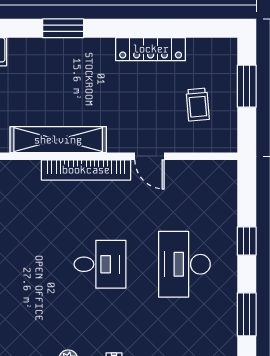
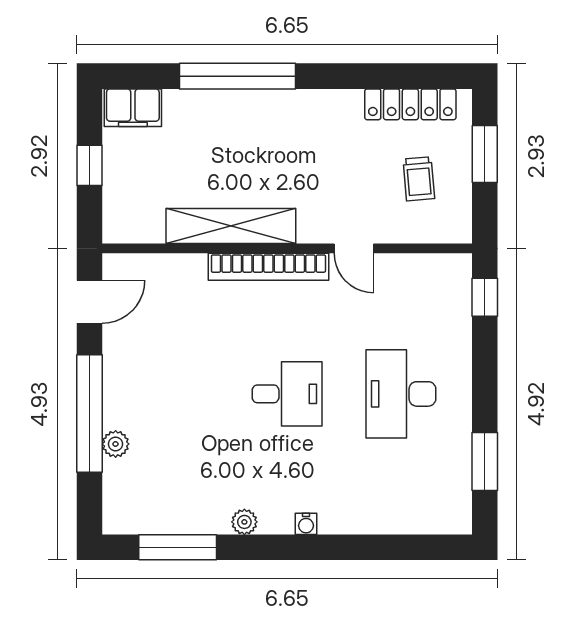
window: (63, 28) -> (237, 76), width x2.11
locker: (151, 49) -> (410, 104), moved
window: (247, 241) -> (485, 297), moved

